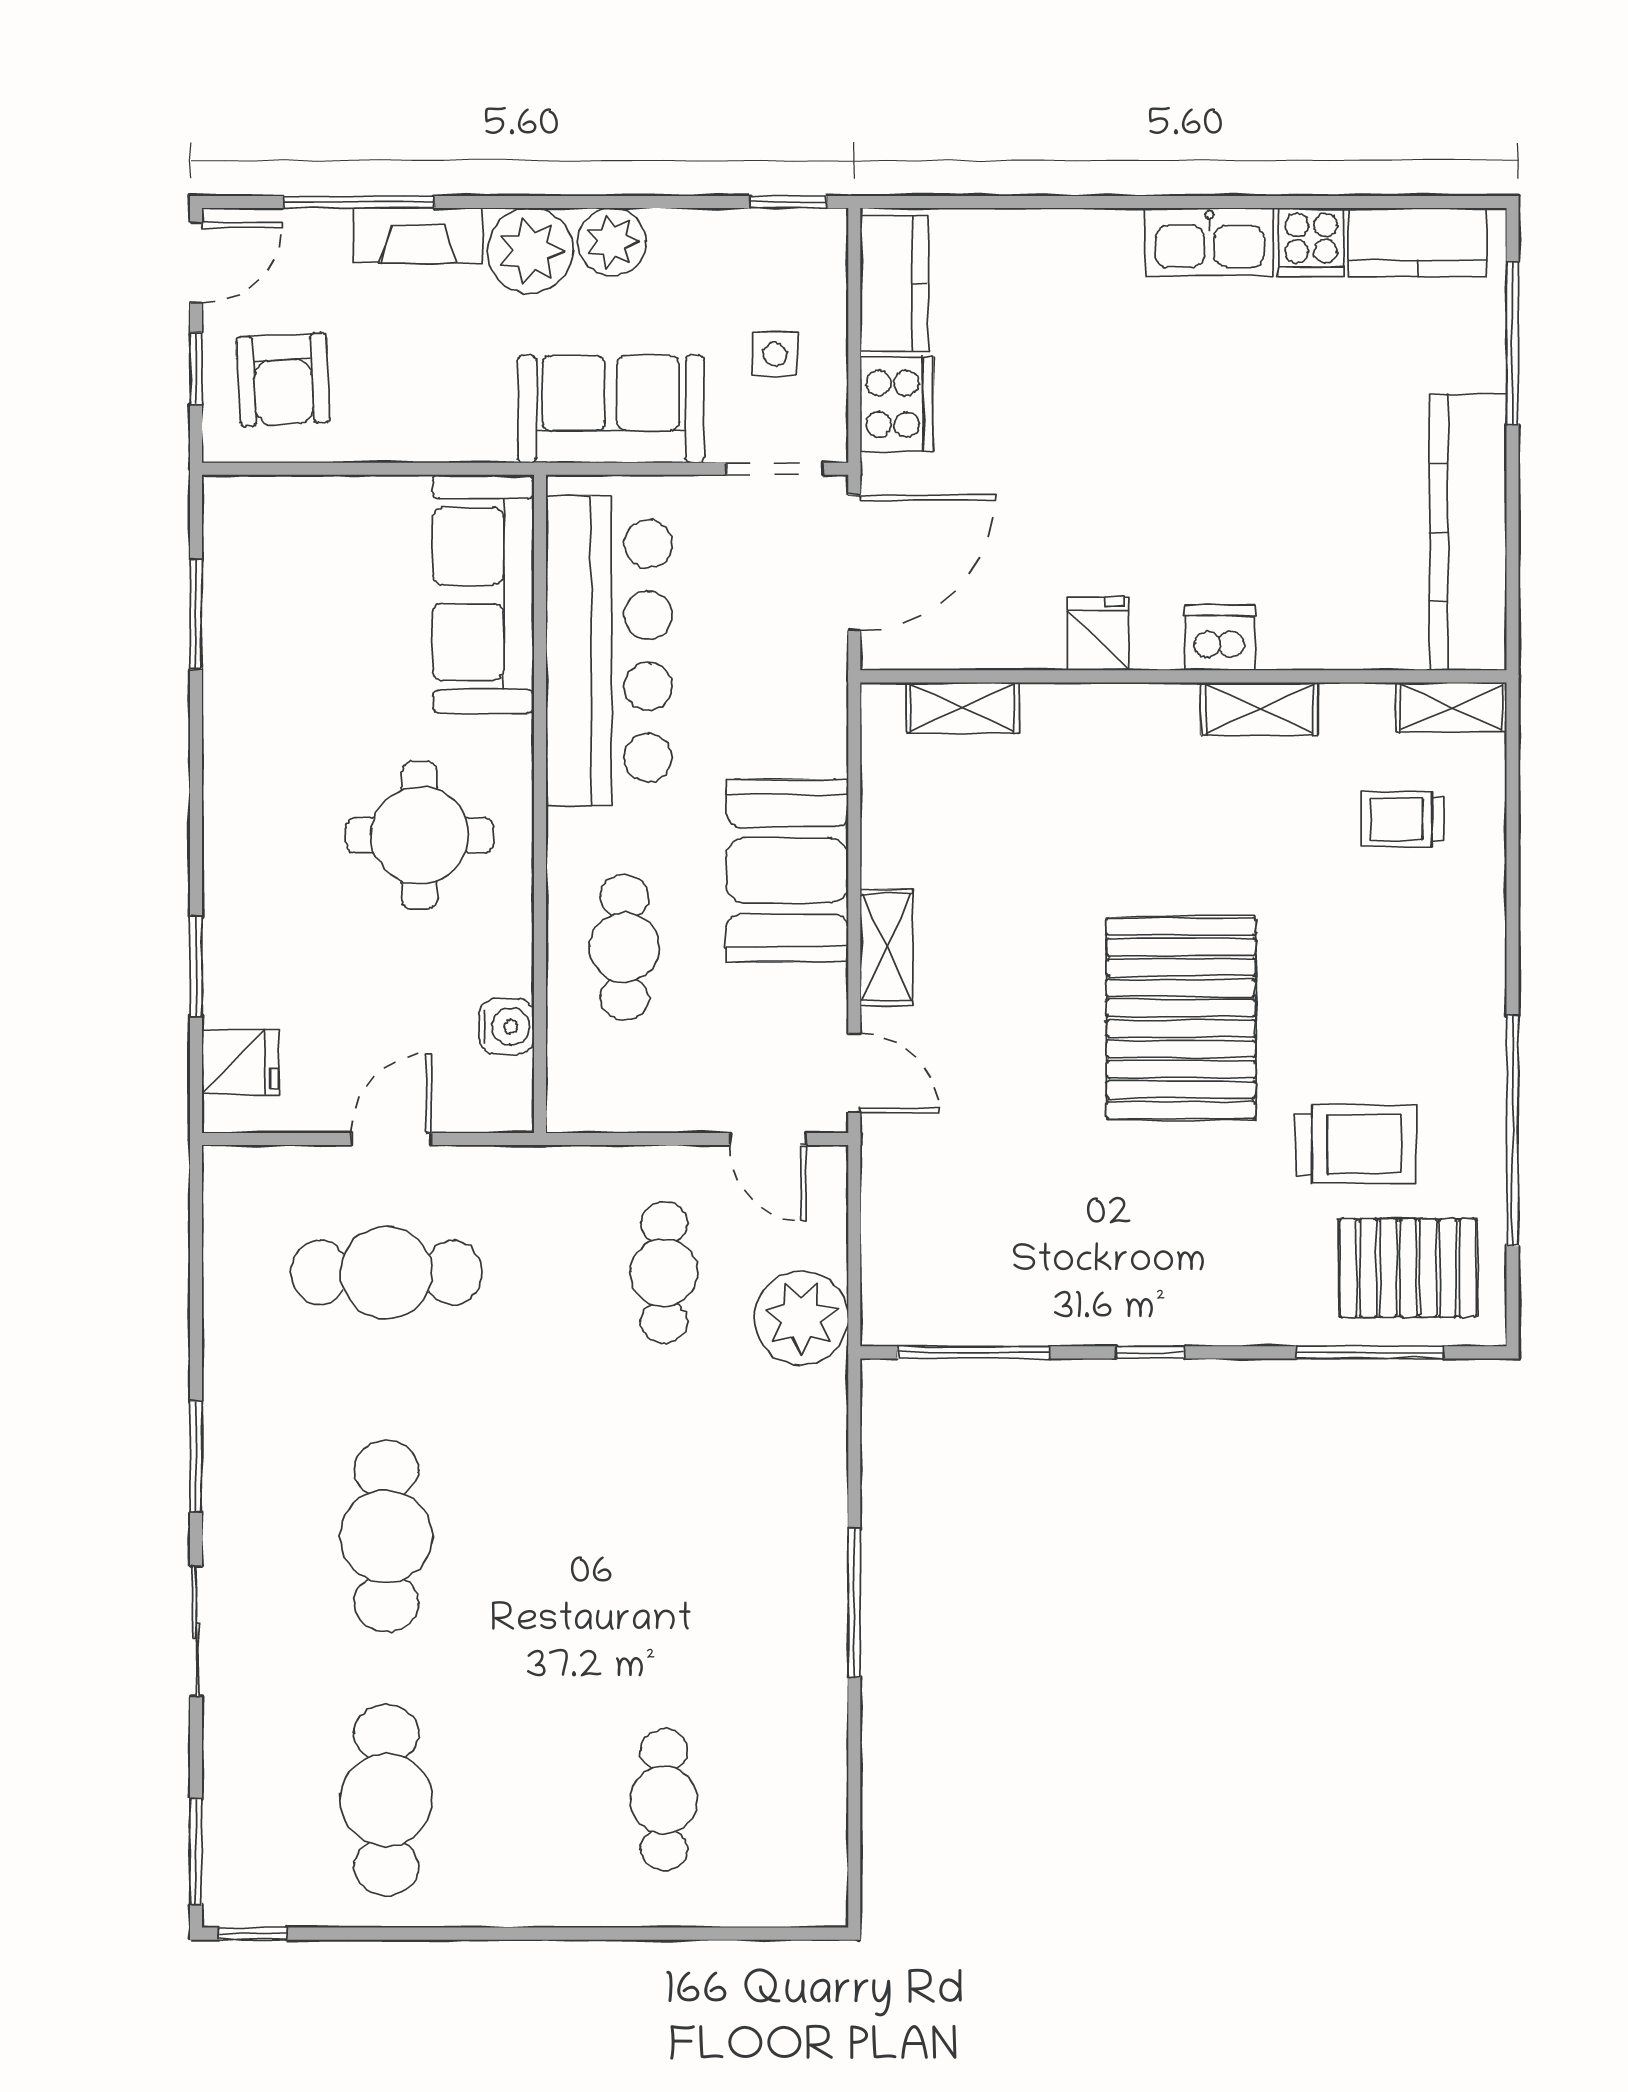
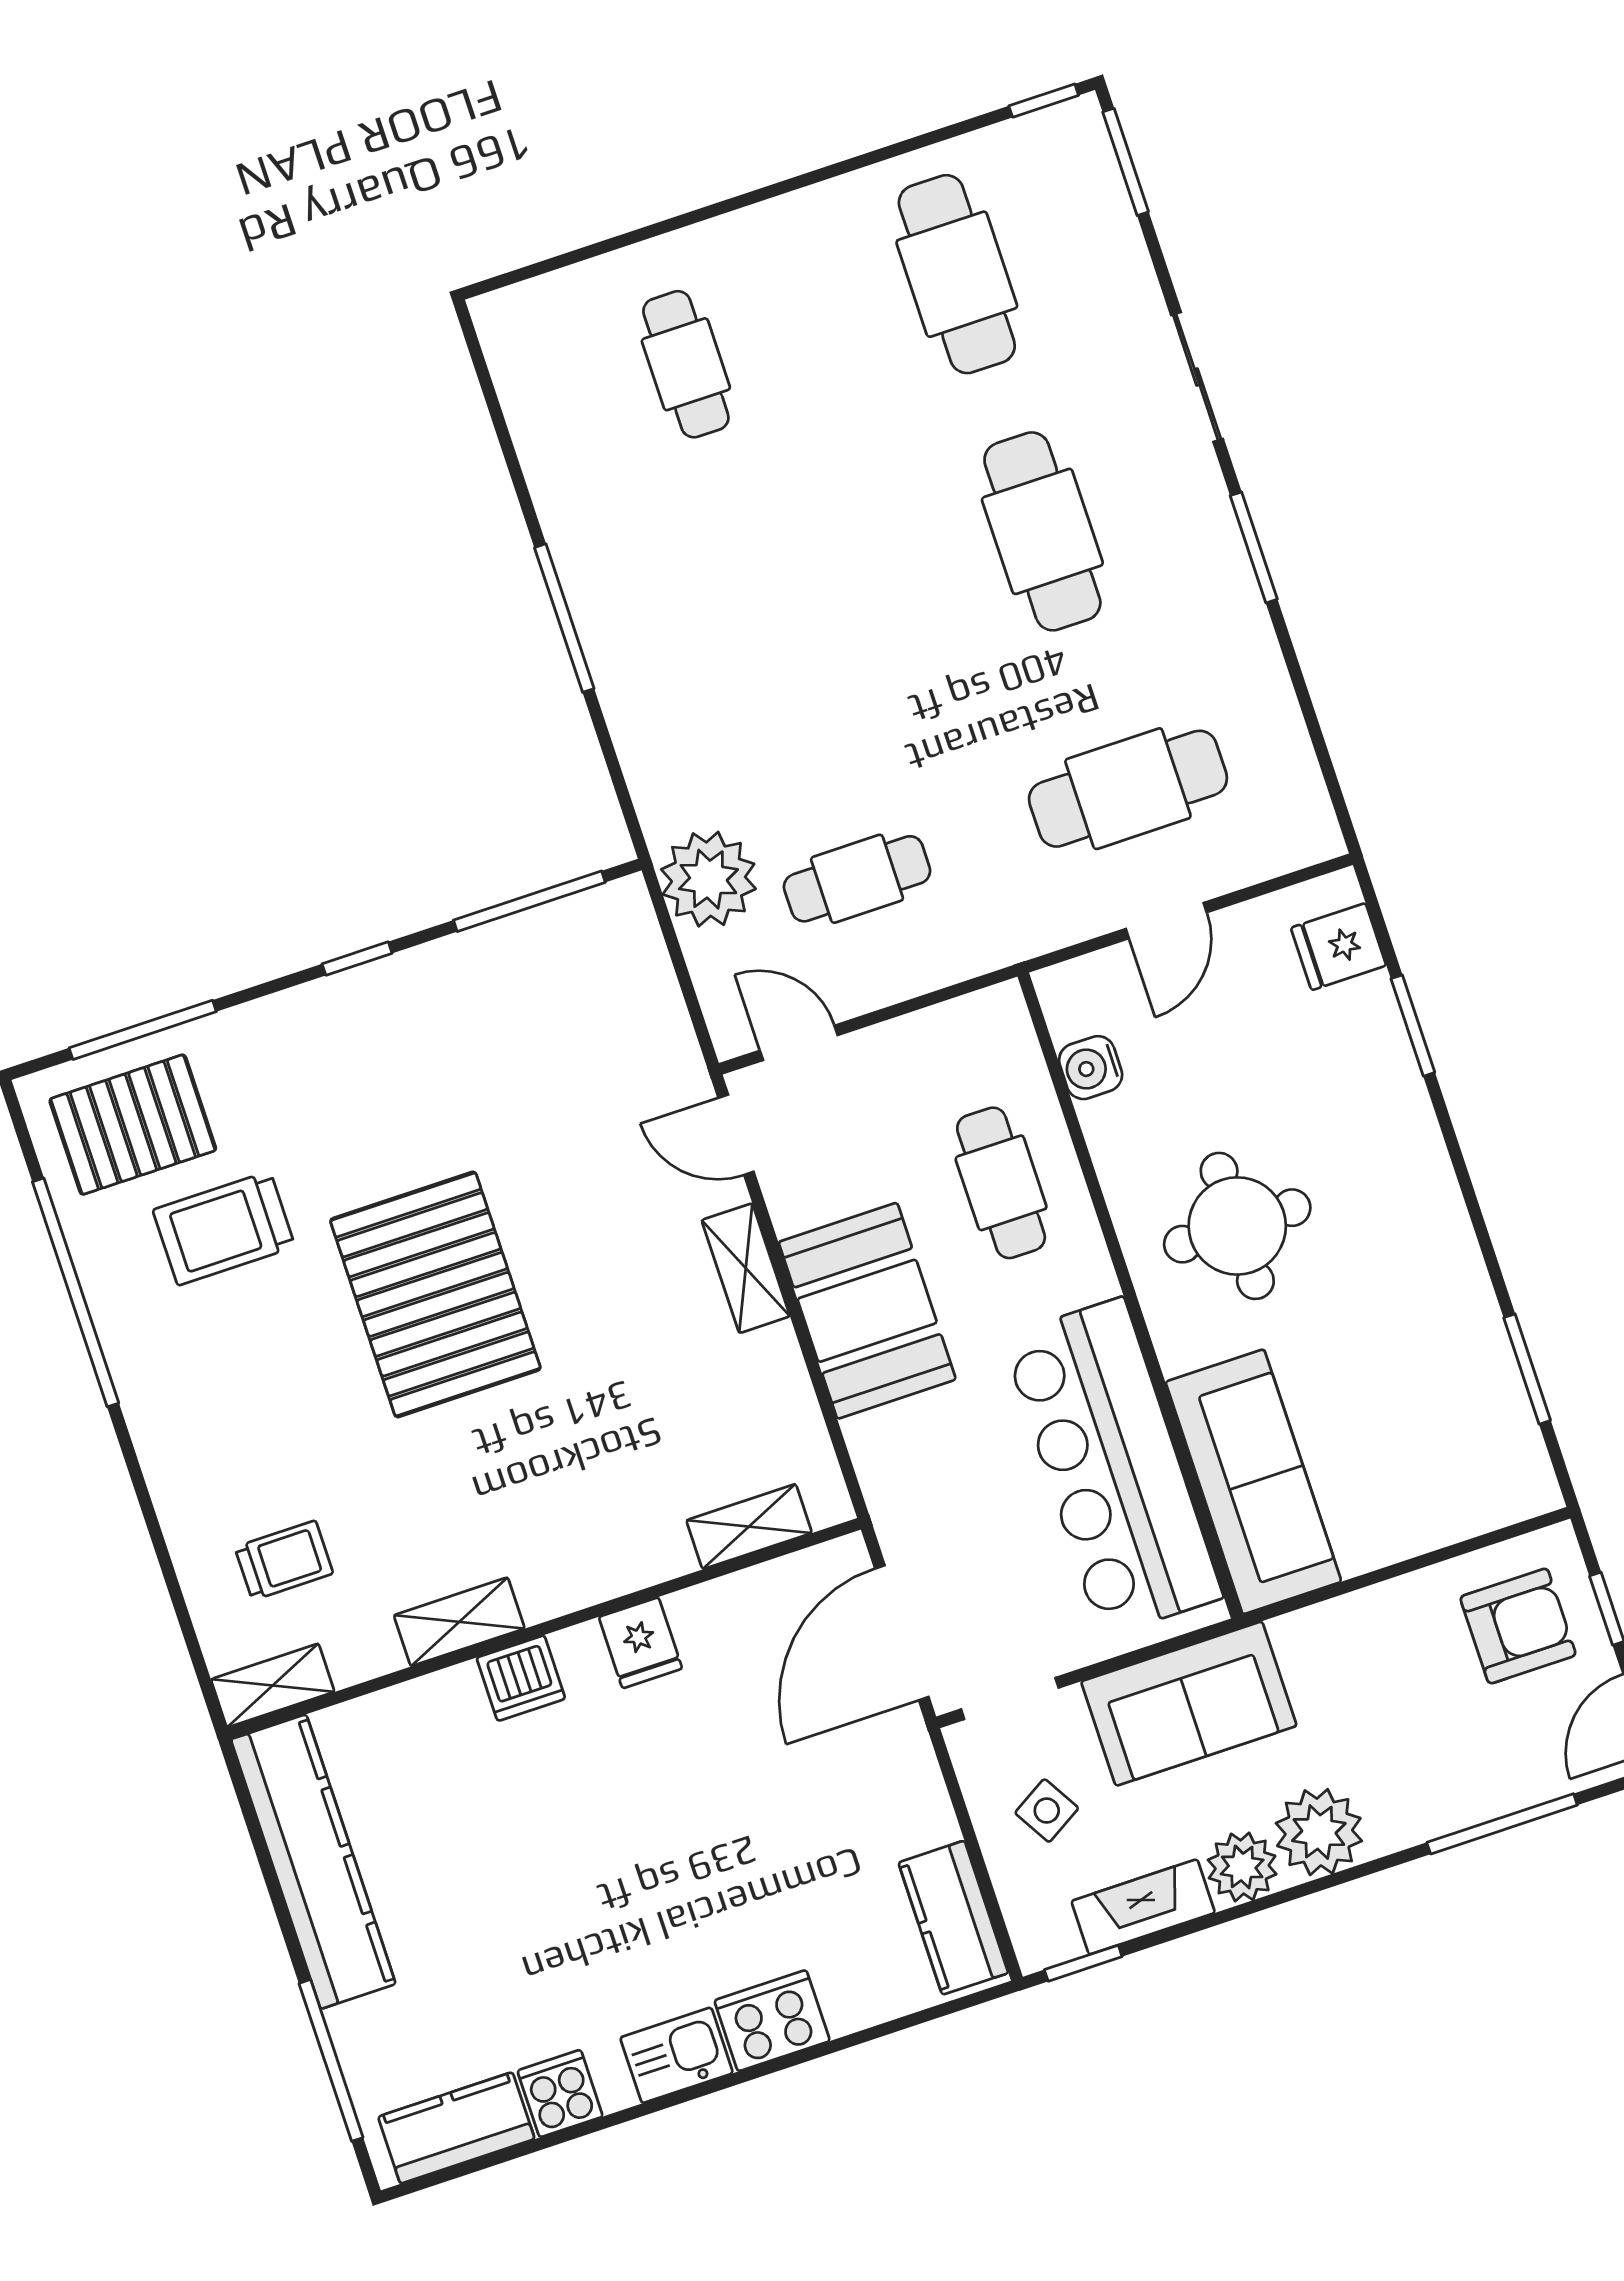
fireplace: (418, 236) -> (1143, 1907), moved
kitchen sink: (1209, 242) -> (677, 2055), width x0.73
side table: (775, 354) -> (1047, 1811), turned -31
armchair: (283, 380) -> (1518, 1626), turned 93
cooker: (897, 404) -> (772, 2021), moved, turned 90
cafe table: (664, 1273) -> (857, 879), turned 90

